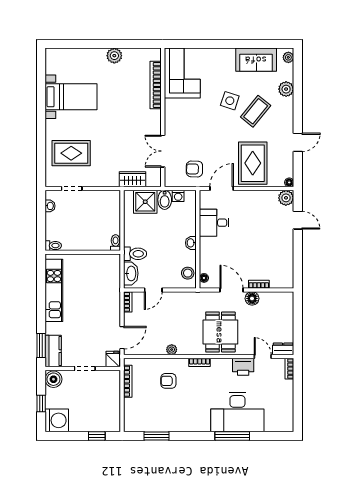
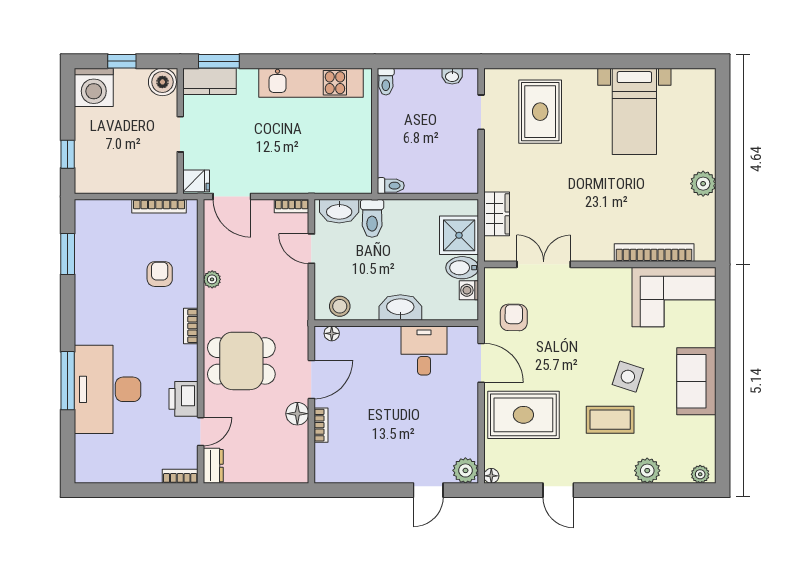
sofa: (256, 60) -> (696, 381), moved
coffee table: (256, 111) -> (610, 420), turned -39
washbasin: (191, 243) -> (400, 308), width x1.91, depth x1.45

